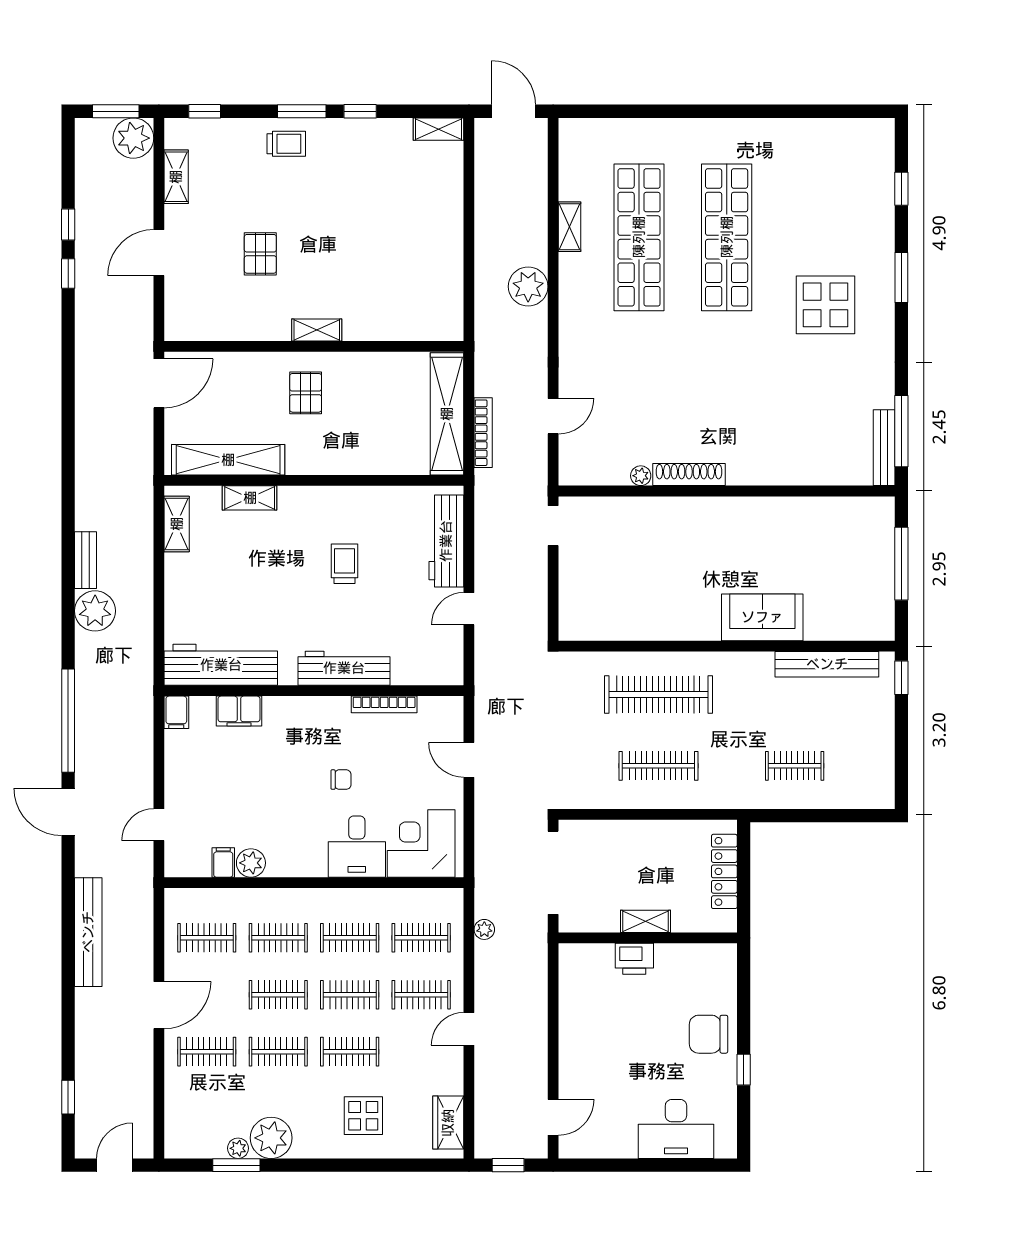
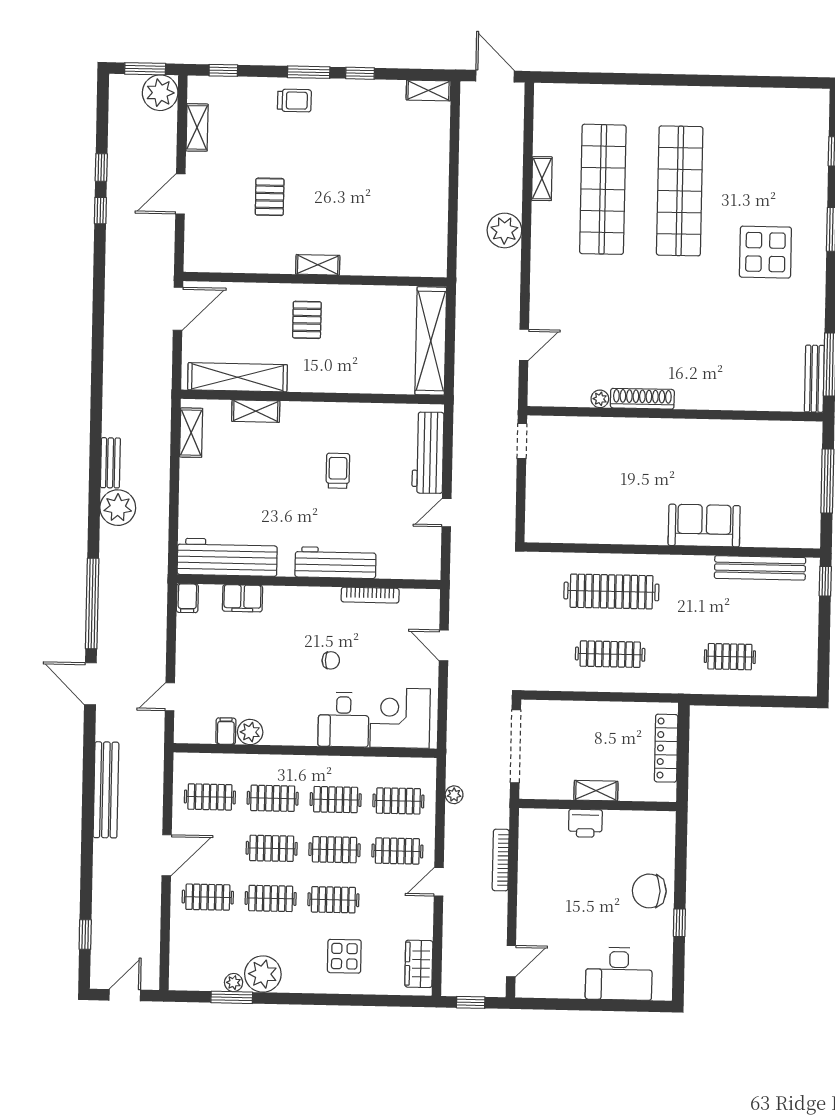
bookcase: (483, 433) -> (501, 860), moved, turned 180

